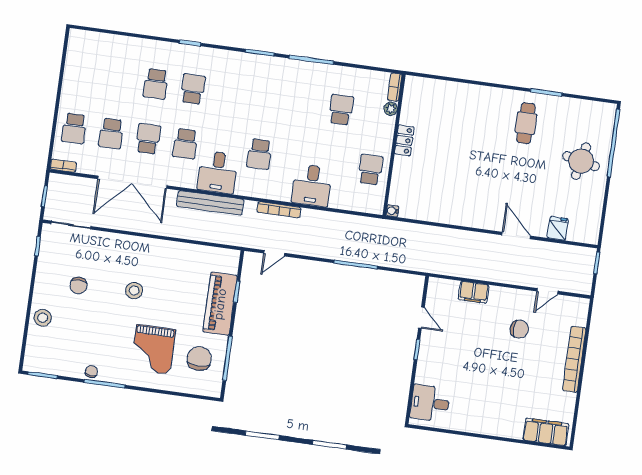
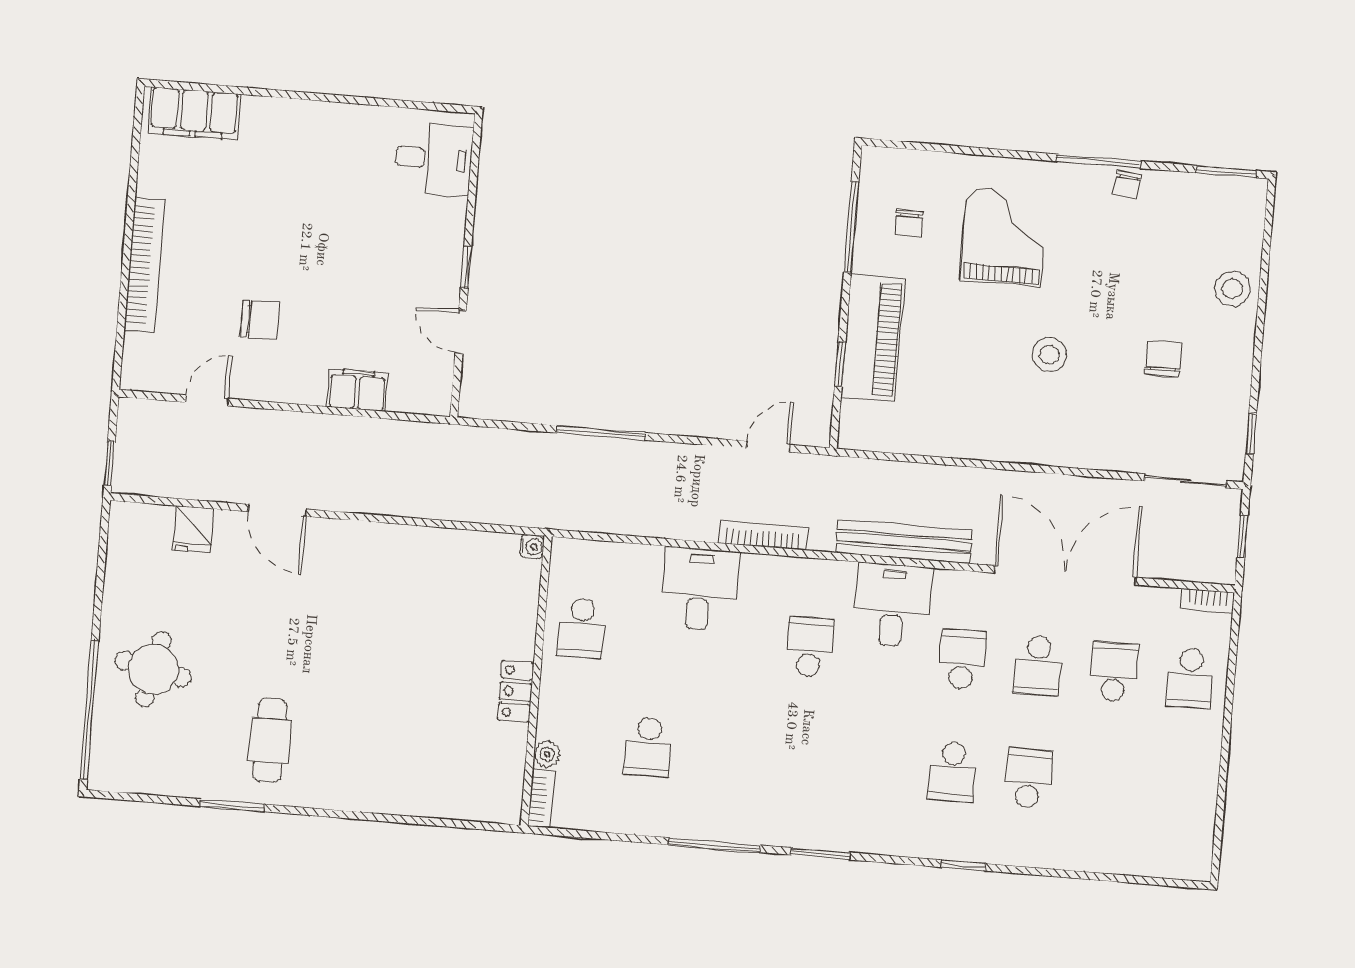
school desk: (74, 128) -> (1190, 678), turned 180
chair: (519, 329) -> (260, 320), turned 180
chair: (199, 359) -> (909, 223), width x0.54, depth x0.54

